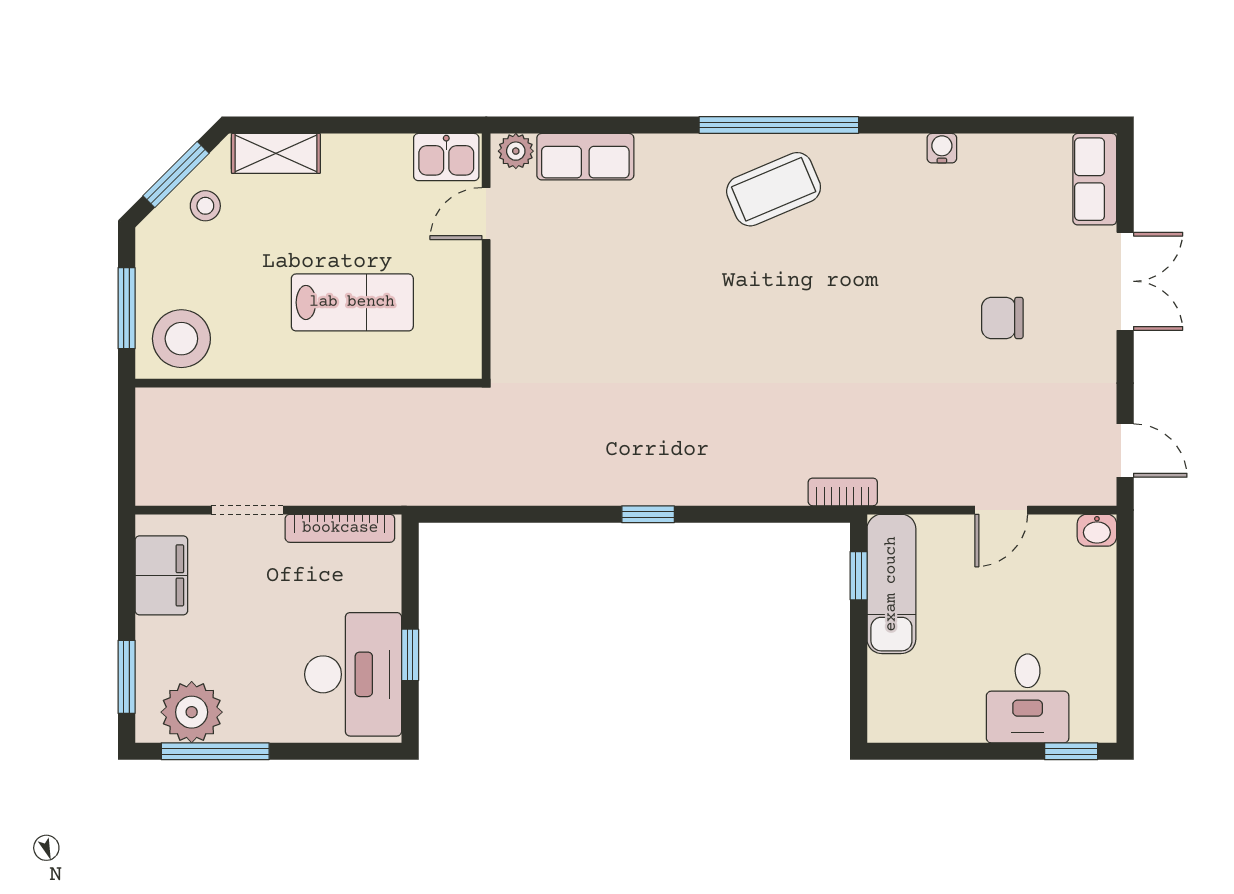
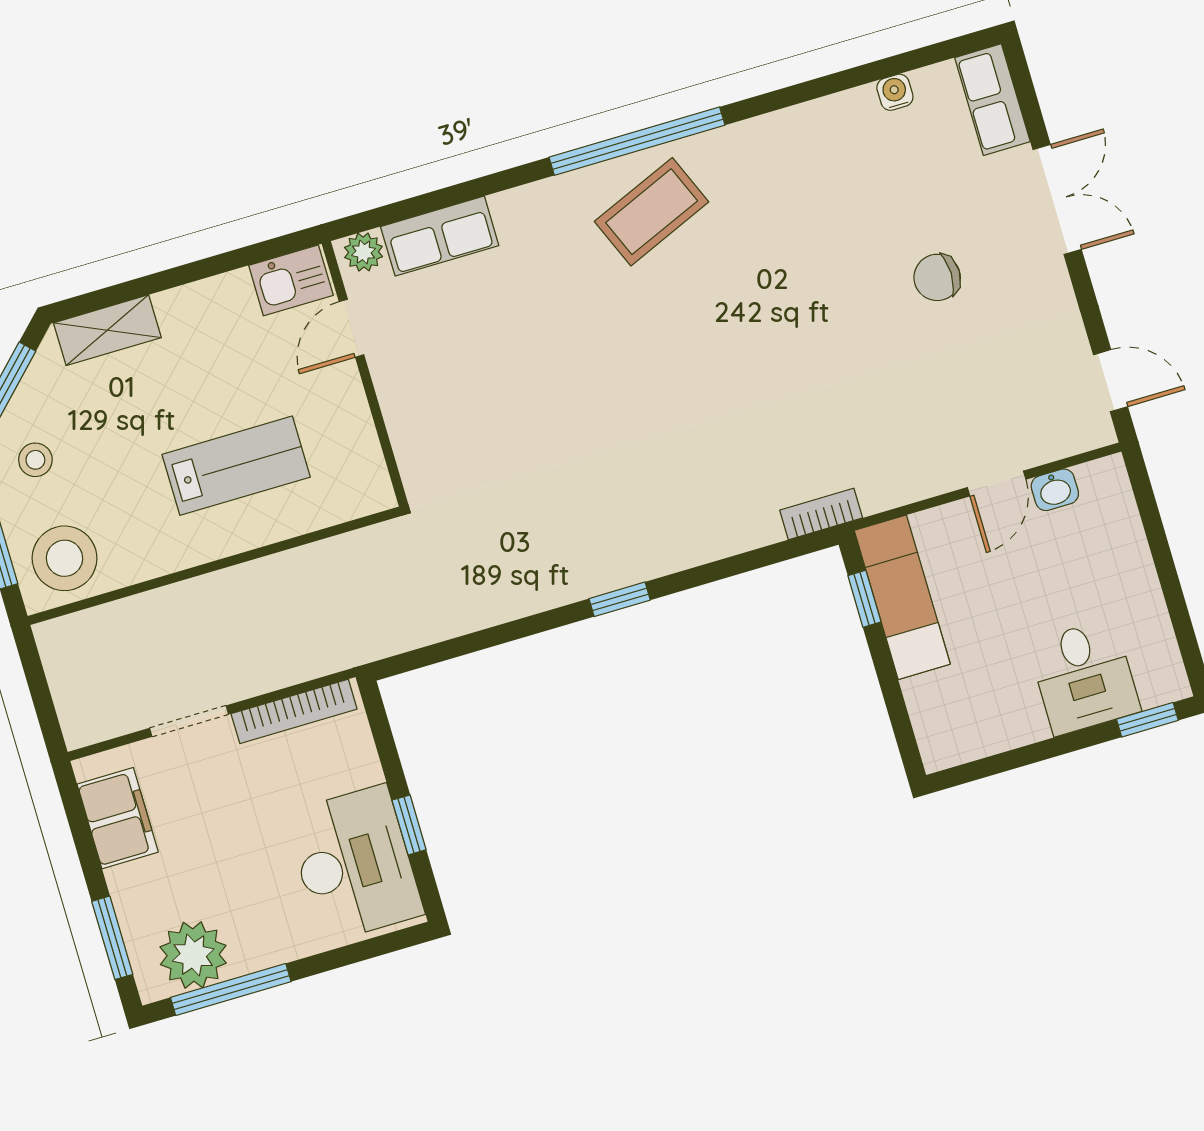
water cooler: (942, 148) -> (895, 92), moved
stool: (205, 206) -> (35, 460), moved
washbasin: (1097, 530) -> (1055, 490), moved

